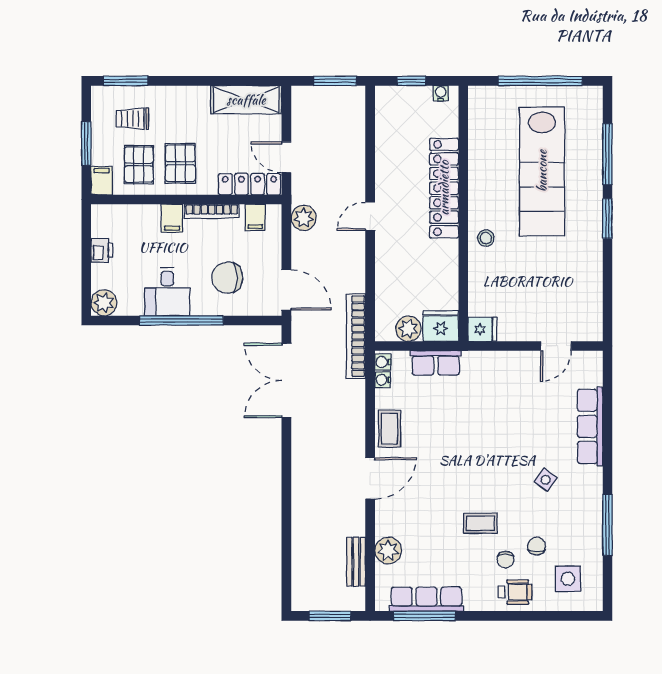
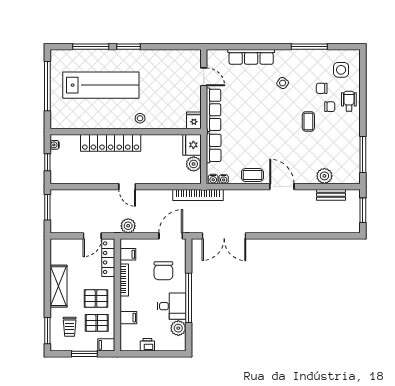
shelving: (246, 100) -> (58, 286), moved
filing cabinet: (172, 218) -> (128, 318), moved
plant: (104, 303) -> (178, 328), moved
row of seats: (426, 599) -> (214, 110), moved, turned 180

